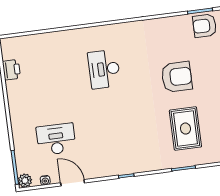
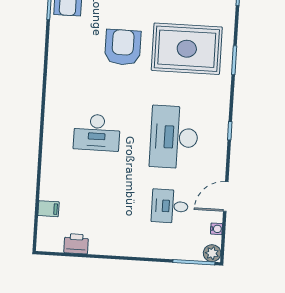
filing cabinet: (35, 42) -> (49, 209), added
rug: (185, 129) -> (187, 49), width x1.37, depth x1.44
desk: (112, 132) -> (174, 137), added
desk: (56, 139) -> (170, 206), width x0.73

